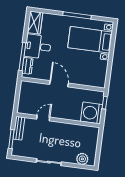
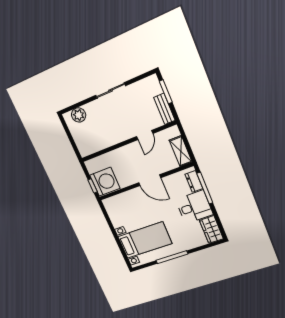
shelving: (24, 93) -> (181, 151), added
washing machine: (92, 113) -> (105, 182), moved

